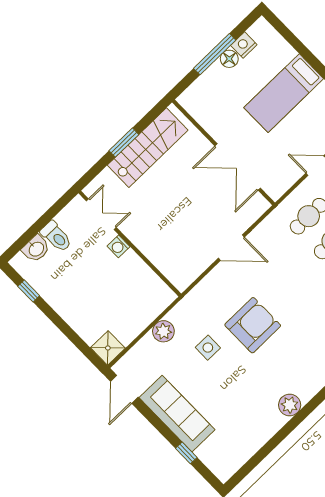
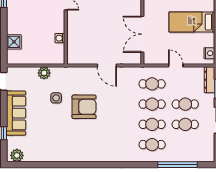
washing machine: (119, 246) -> (60, 38), moved
shower: (108, 348) -> (14, 42), moved
plant: (290, 405) -> (17, 155), moved

